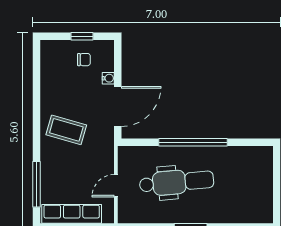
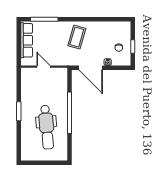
dental chair: (177, 182) -> (47, 127), moved

